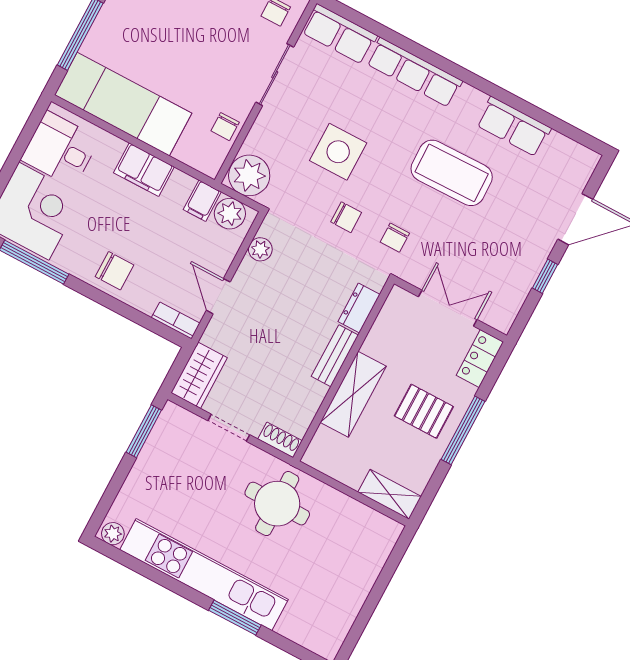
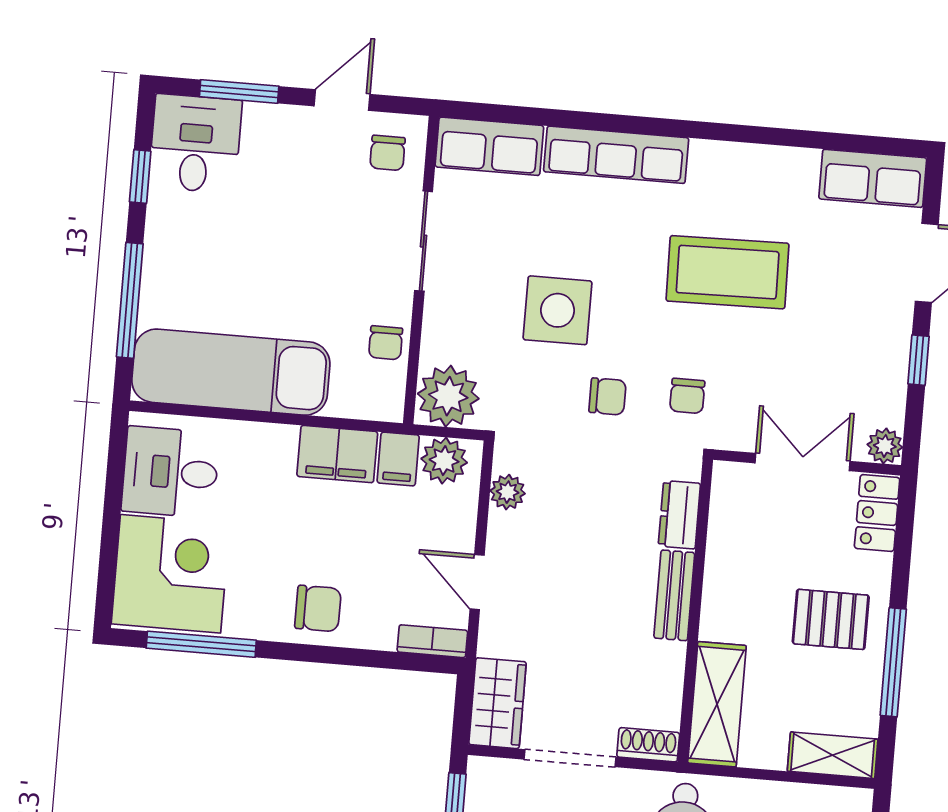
row of seats: (514, 127) -> (873, 178), moved
filing cabinet: (144, 170) -> (337, 454), moved
plant: (502, 320) -> (885, 446), added
shelving: (353, 394) -> (717, 704), moved
doorway: (229, 428) -> (570, 758), width x1.38
window: (463, 430) -> (893, 662), moved

